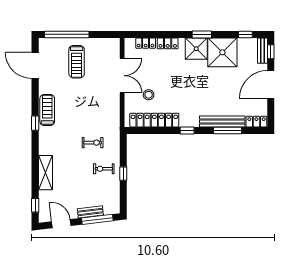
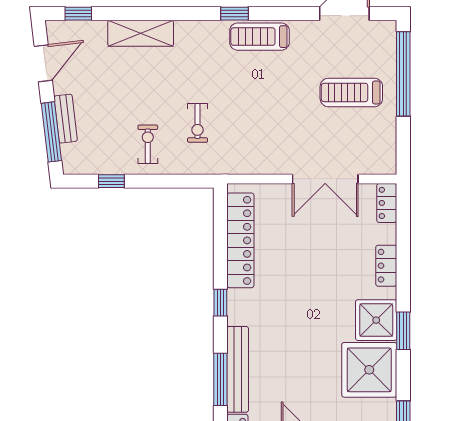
locker: (146, 43) -> (387, 203), moved
stool: (149, 95) -> (289, 229), removed
treadmill: (47, 110) -> (259, 37), turned 180
window: (123, 174) -> (111, 181), moved

